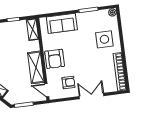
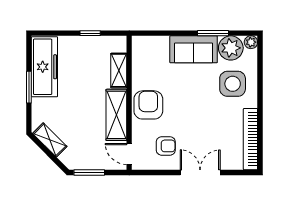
plant: (101, 18) -> (231, 48), added
sofa: (62, 23) -> (194, 49), moved
shelving: (32, 29) -> (119, 70), moved
armchair: (55, 59) -> (148, 105), turned 180

